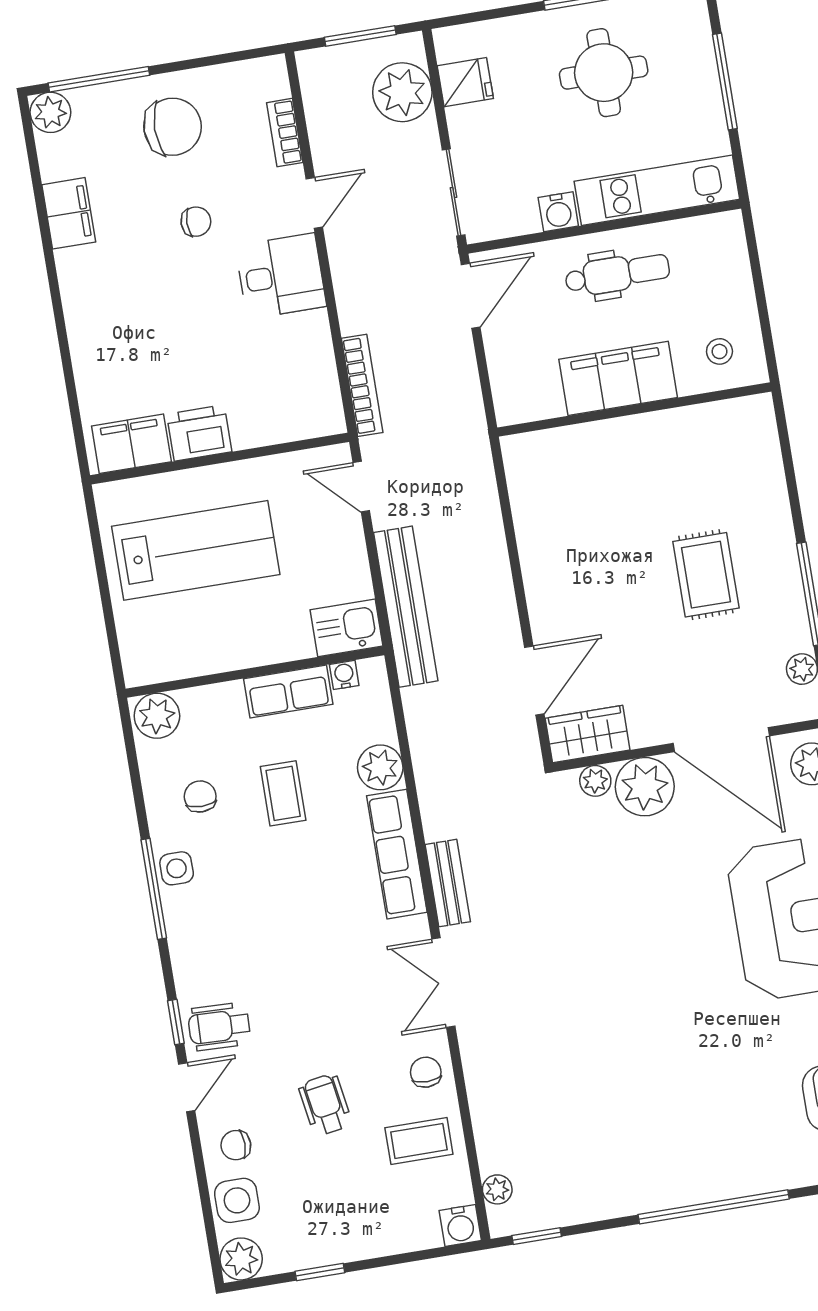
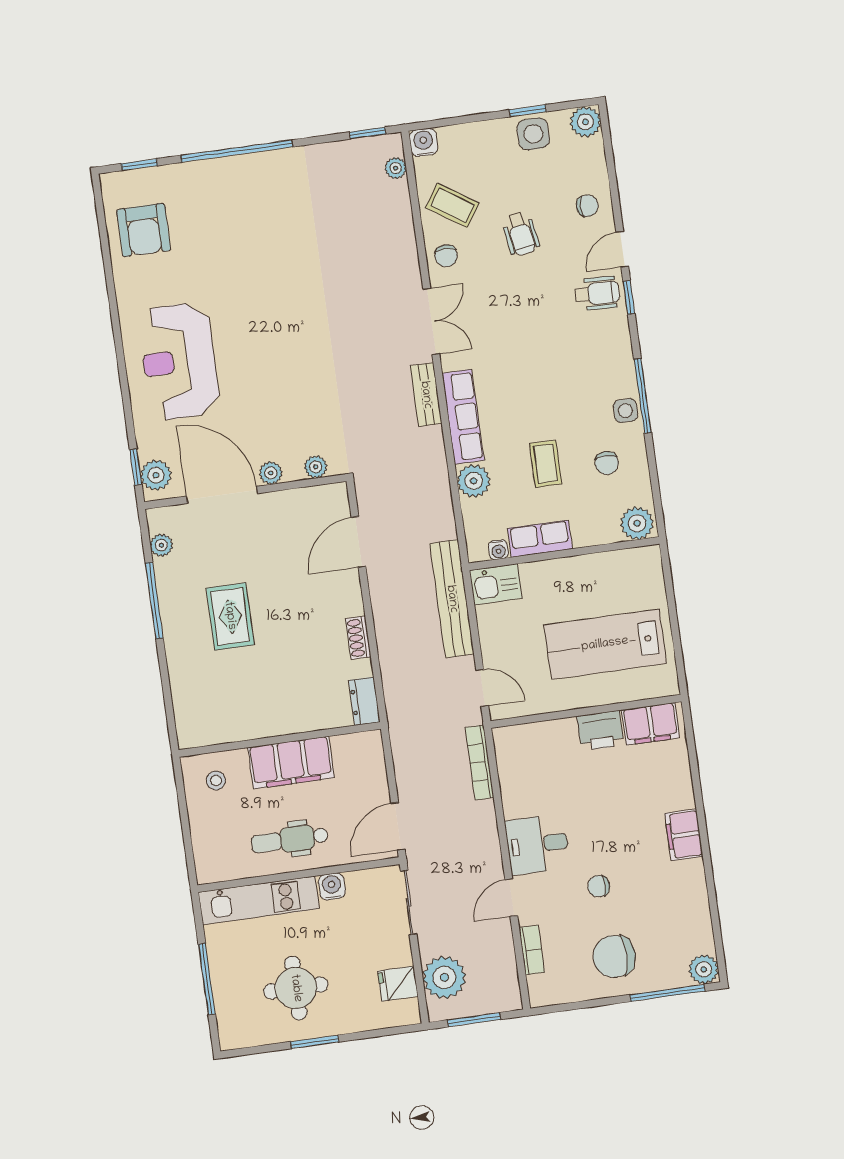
filing cabinet: (69, 213) -> (684, 835), moved
dresser: (521, 465) -> (364, 701), added
shoe rack: (531, 550) -> (358, 638), added
wardrobe: (588, 734) -> (320, 502), removed
plant: (645, 787) -> (271, 473), width x0.53, depth x0.53
coffee table: (419, 1141) -> (452, 205), turned 34
side table: (237, 1200) -> (533, 134), moved

